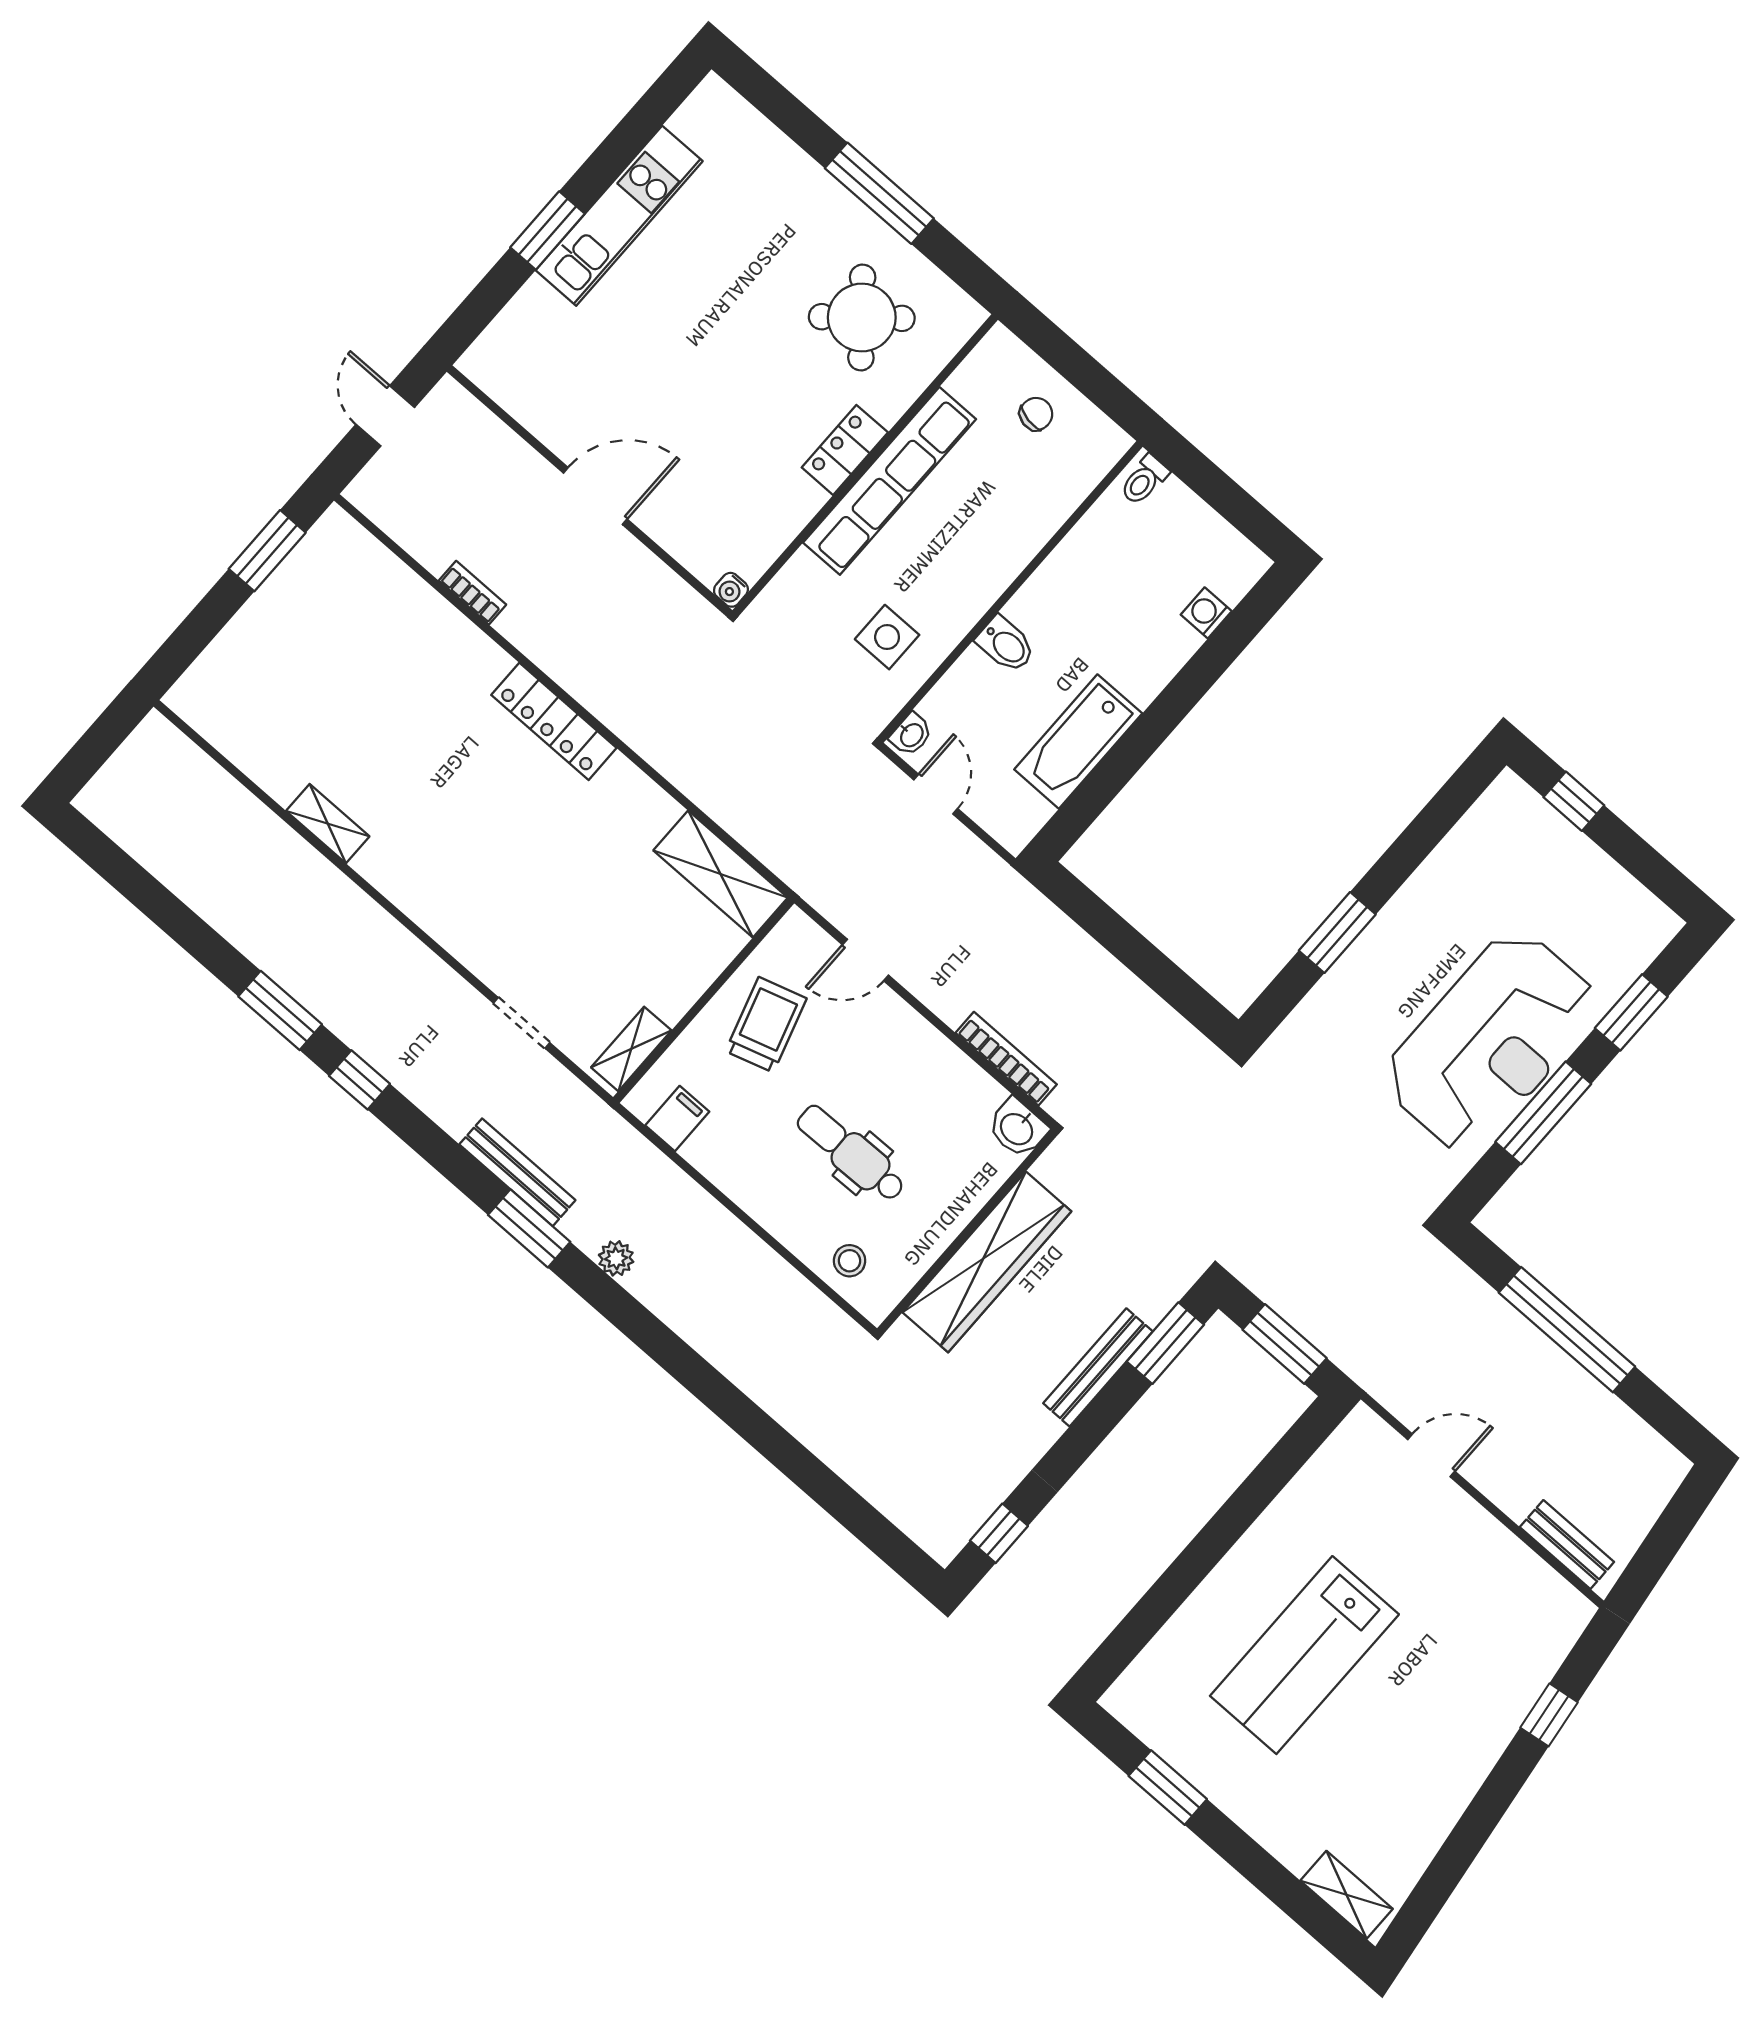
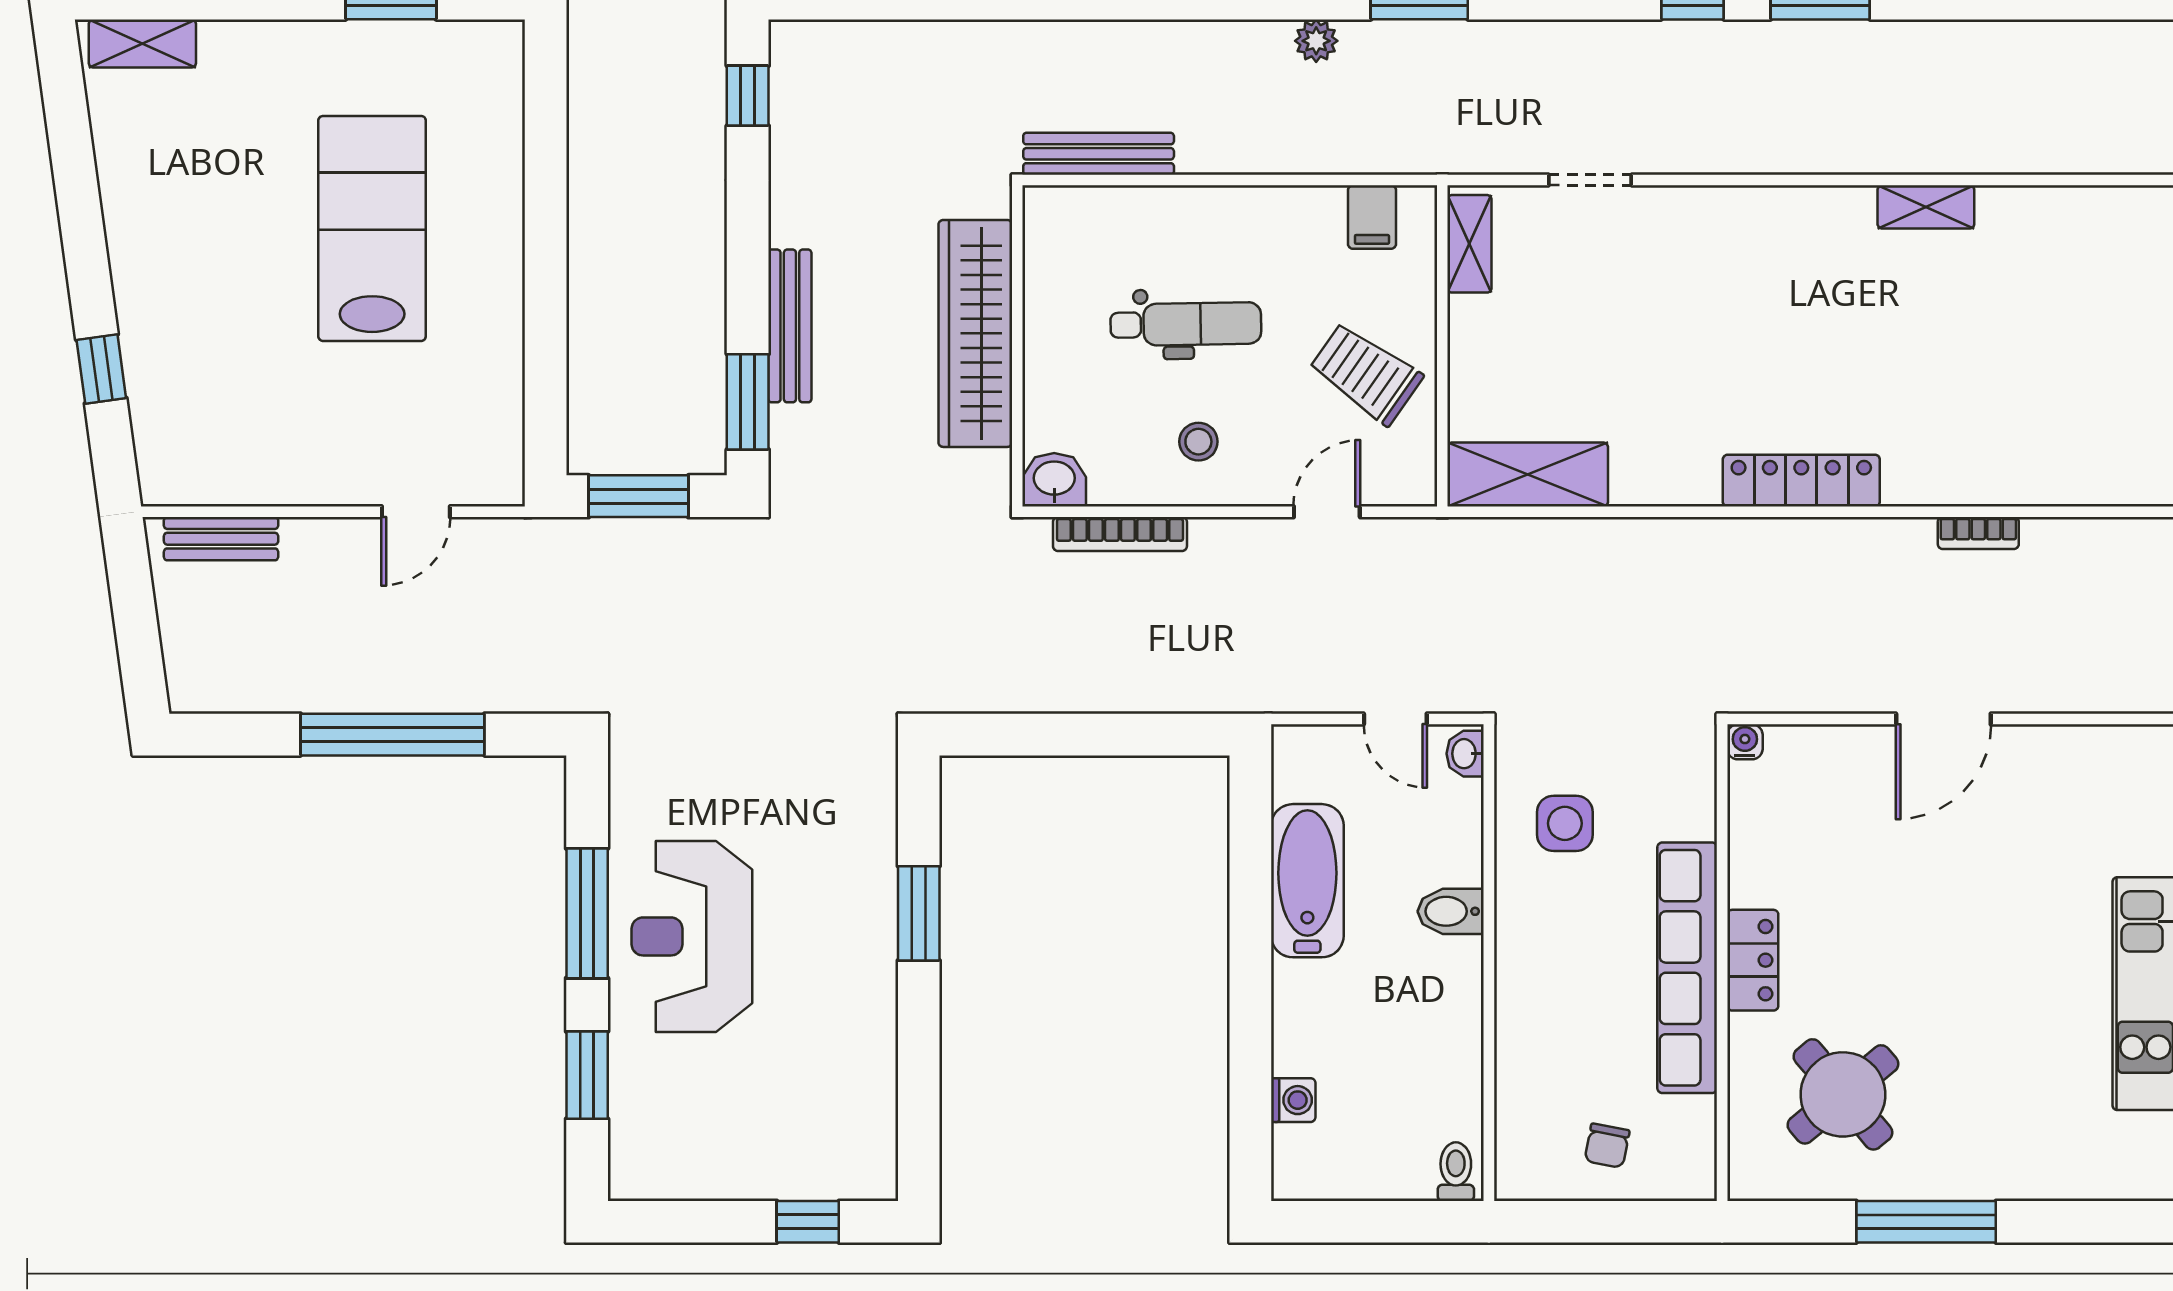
trolley: (766, 1025) -> (1366, 373), turned 142
reception desk: (1491, 1041) -> (692, 936), width x0.74, depth x0.77
bench: (517, 1172) -> (1099, 154), moved
stool: (850, 1261) -> (1198, 442), moved

